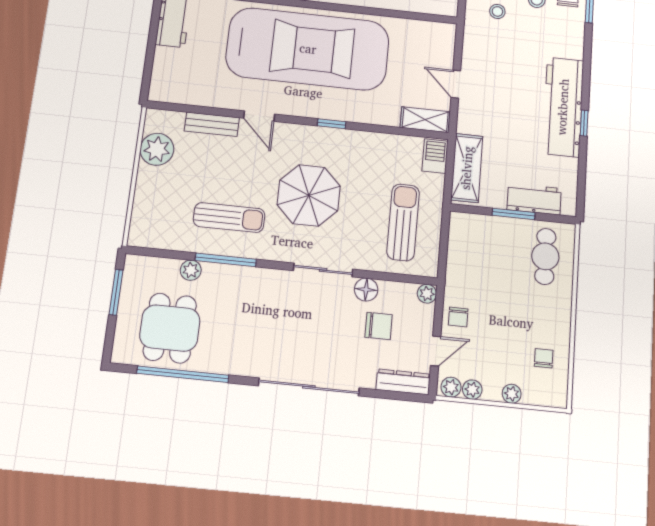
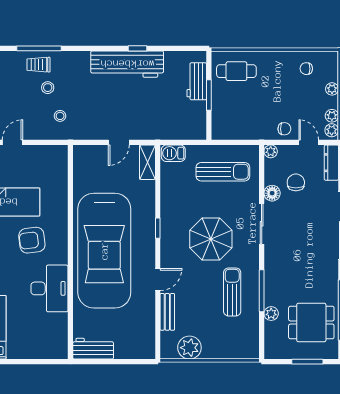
car: (308, 49) -> (104, 251), turned 180
shelving: (467, 168) -> (179, 130), removed
sun lounger: (403, 222) -> (223, 172), turned 180
window: (116, 292) -> (307, 362), moved

